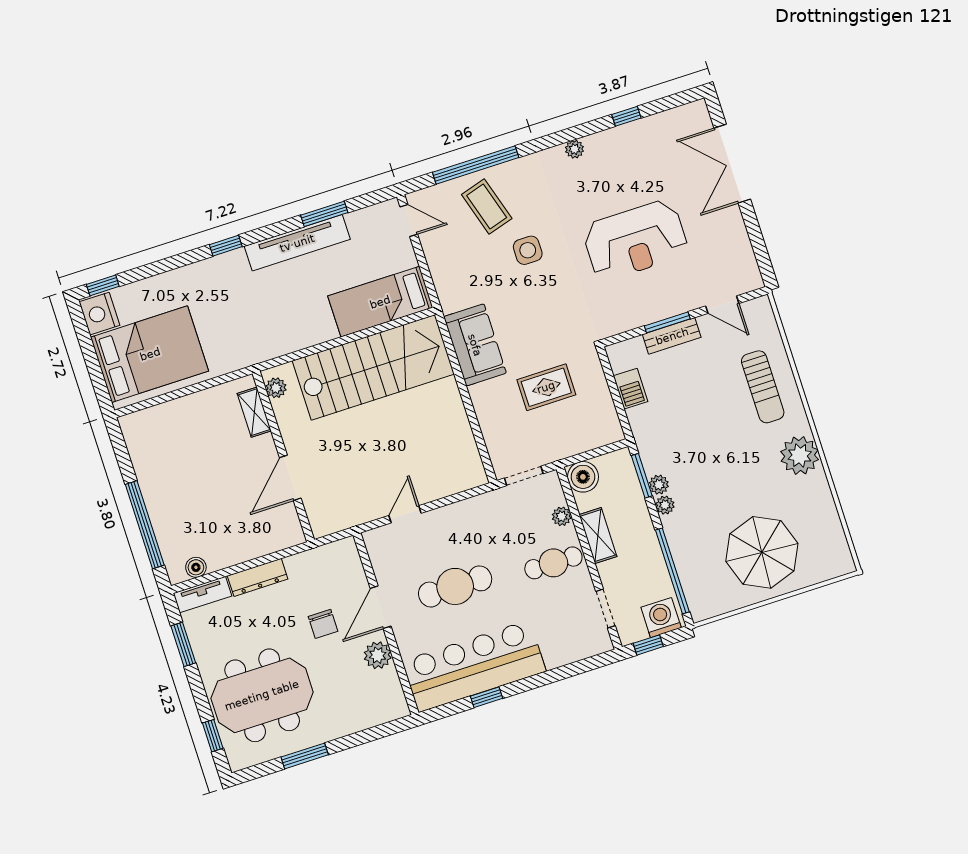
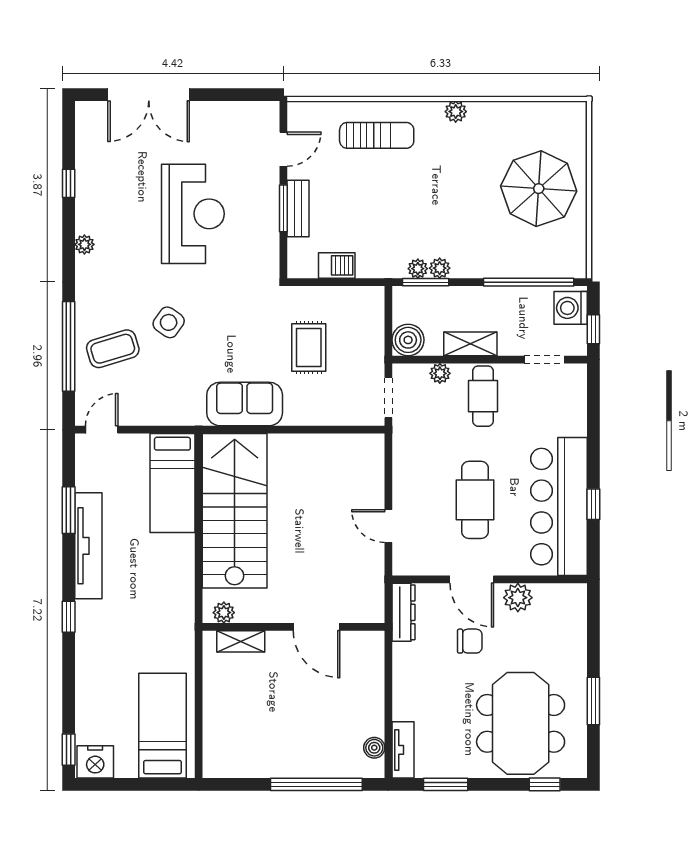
side table: (528, 250) -> (169, 322), turned 35
bed: (150, 354) -> (163, 726), width x0.67
plant: (800, 456) -> (456, 112), width x0.53, depth x0.53
plant: (665, 505) -> (418, 269), moved
dresser: (258, 577) -> (404, 612), moved

